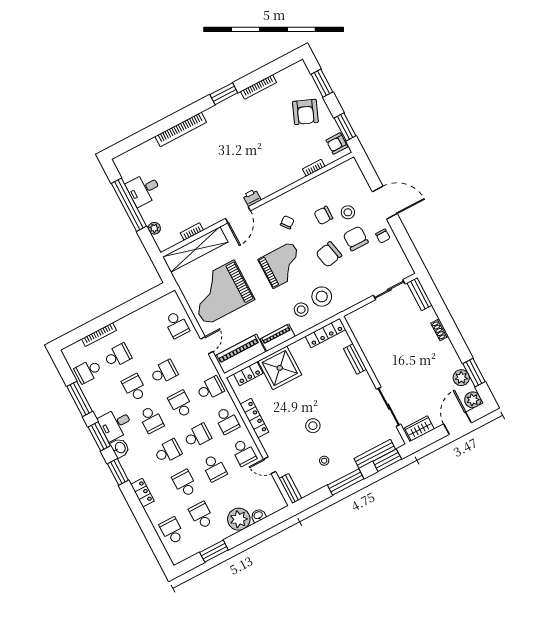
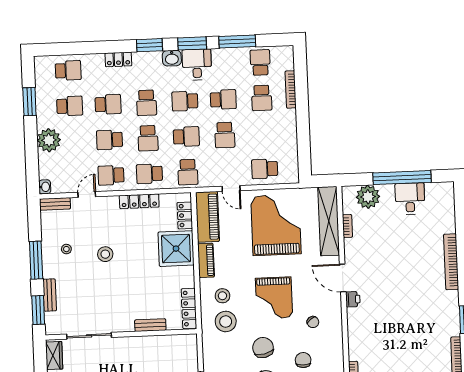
plant: (154, 228) -> (368, 197), width x1.87, depth x1.87
bench: (375, 454) -> (50, 295), width x0.73
washbasin: (258, 515) -> (45, 187), moved

